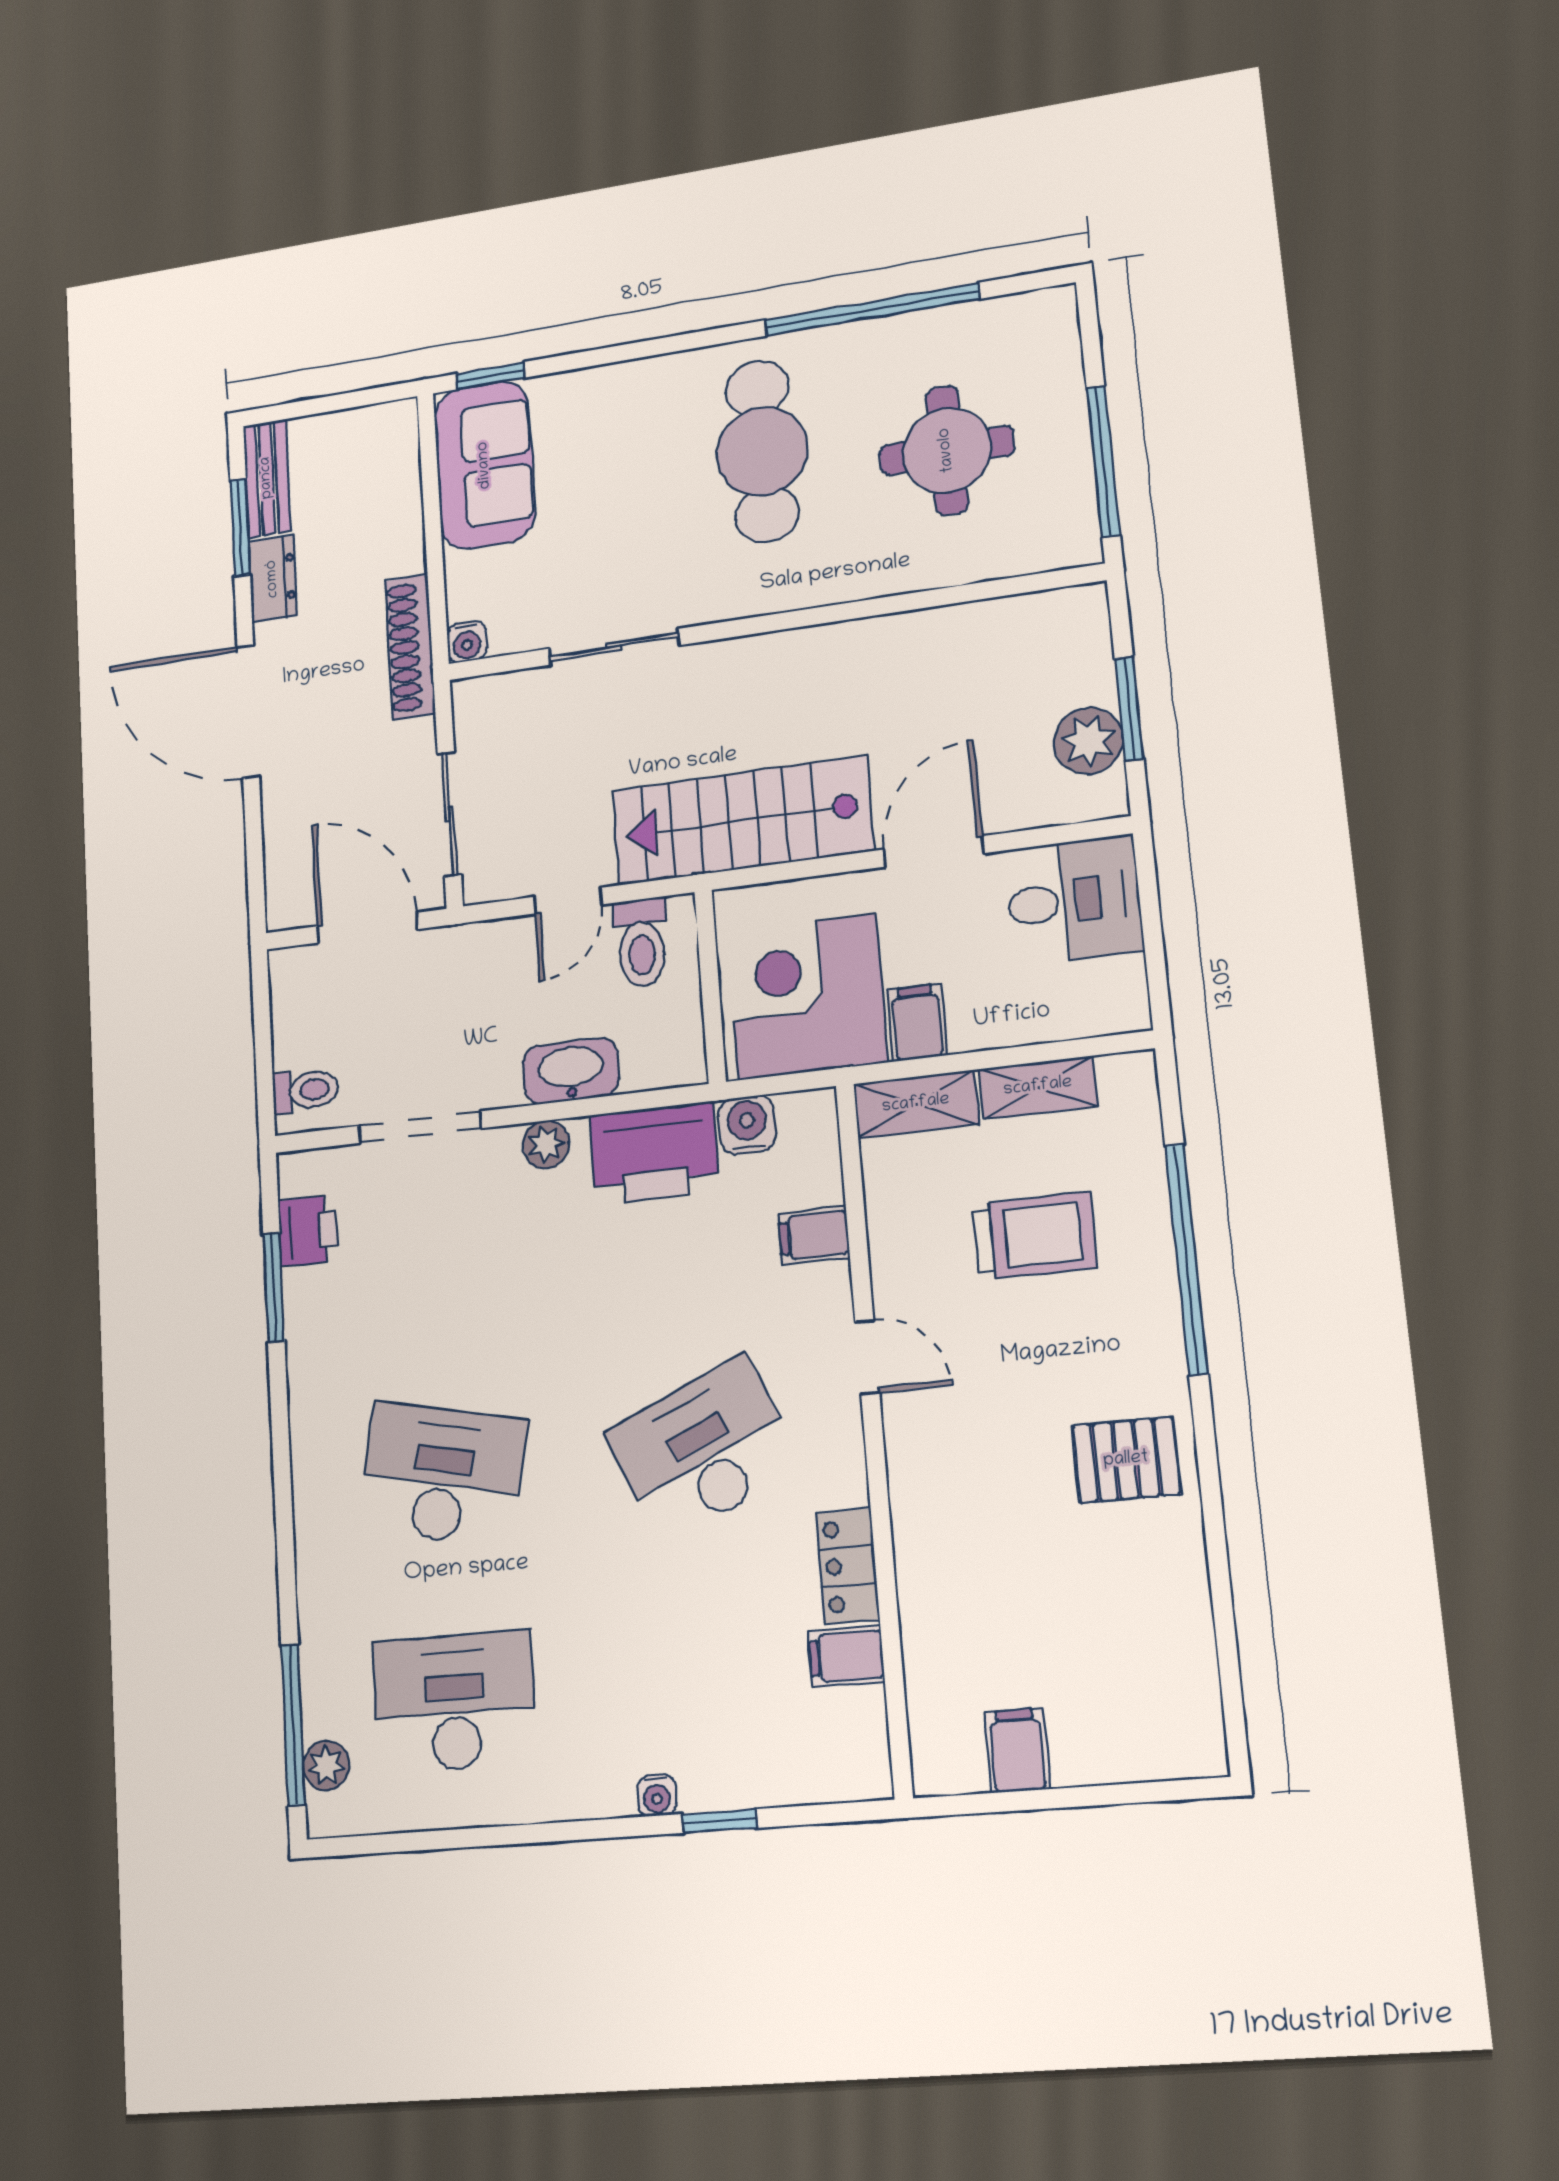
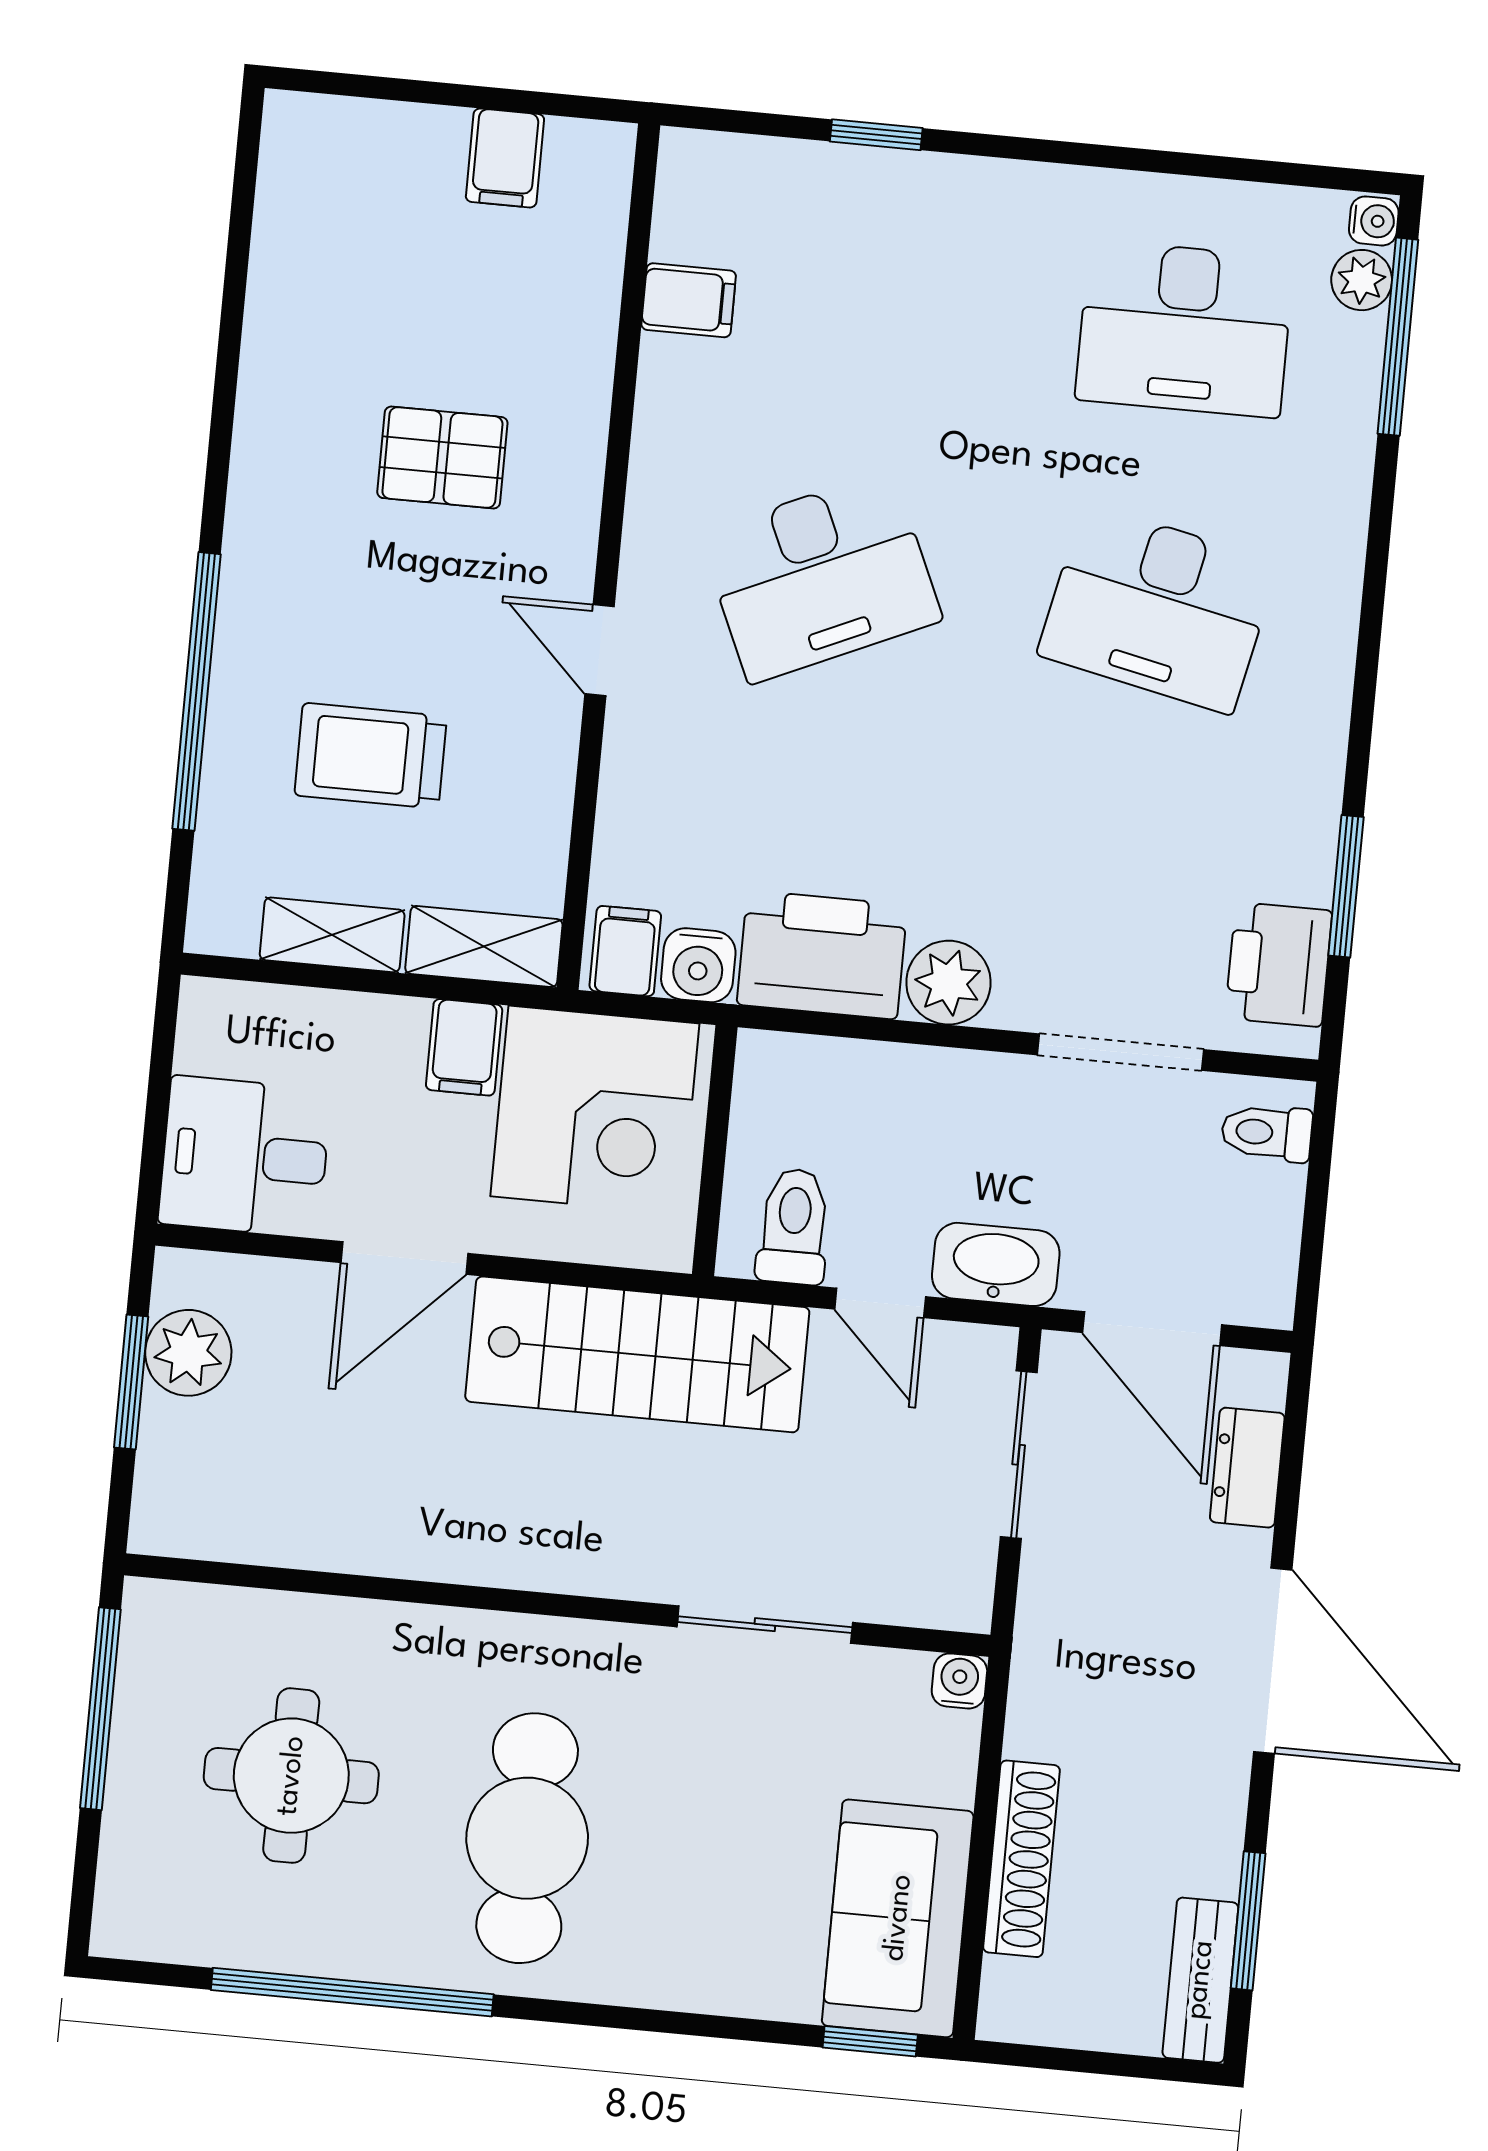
dresser: (273, 579) -> (1247, 1468), moved
shoe rack: (410, 647) -> (1022, 1859), moved
door: (568, 901) -> (880, 1303), swing flipped
washbasin: (571, 1071) -> (996, 1264), moved, turned 180
plant: (546, 1144) -> (948, 983), width x1.38, depth x1.38
printer: (308, 1231) -> (1279, 964), width x1.36, depth x1.24
filing cabinet: (814, 1235) -> (625, 951), moved, turned -90
pallet: (1126, 1460) -> (442, 458), moved
locker: (848, 1566) -> (668, 406), removed
water cooler: (657, 1796) -> (1374, 221), moved, turned 90

